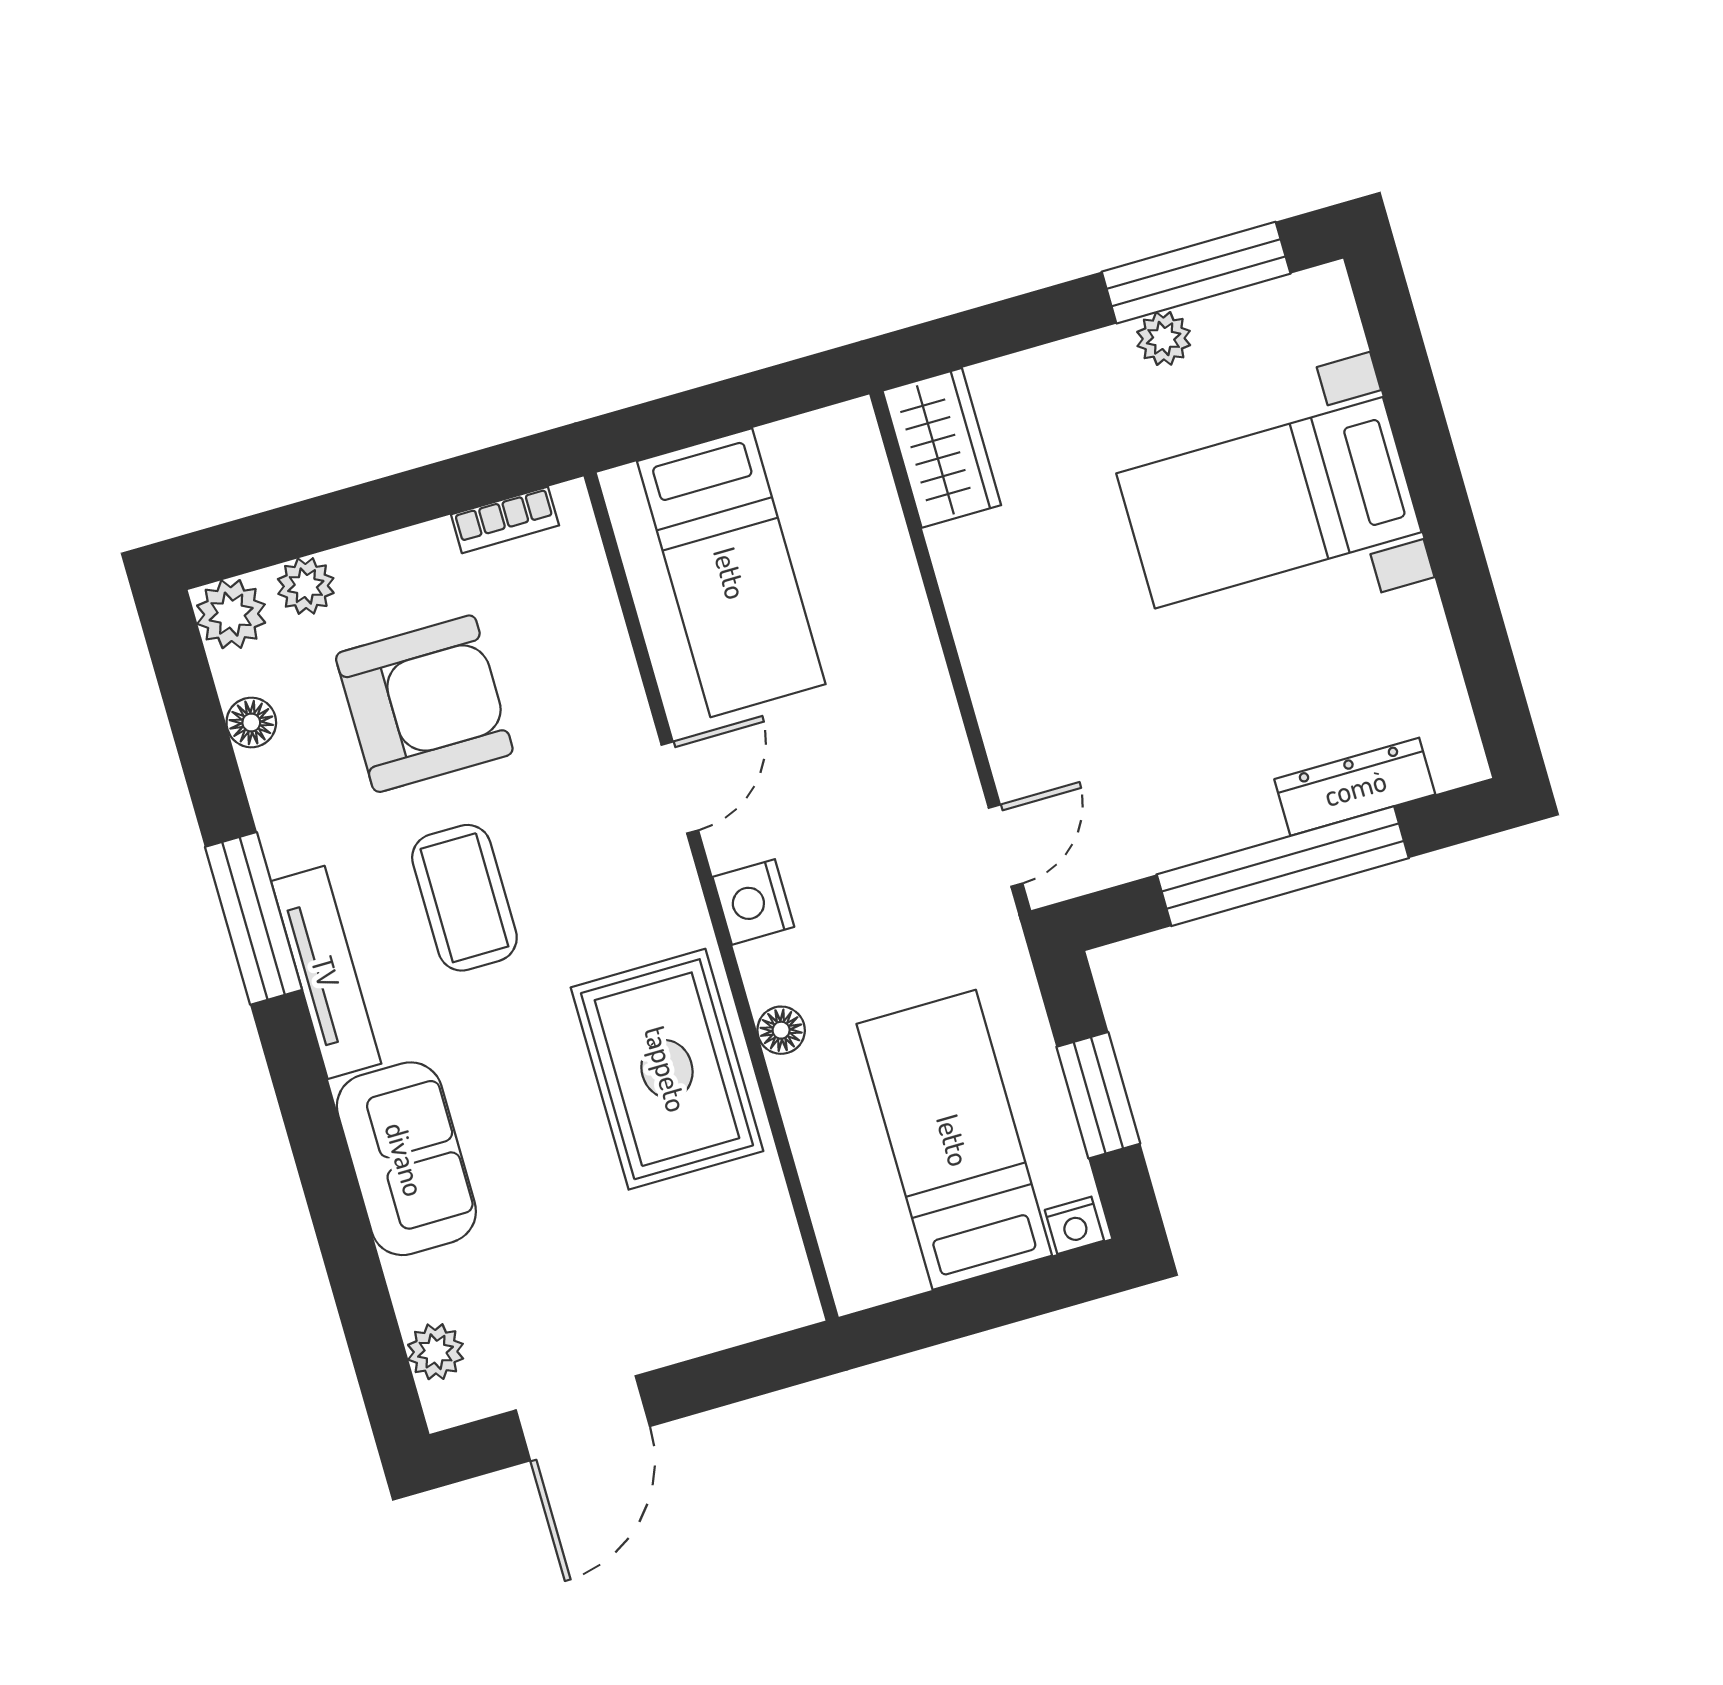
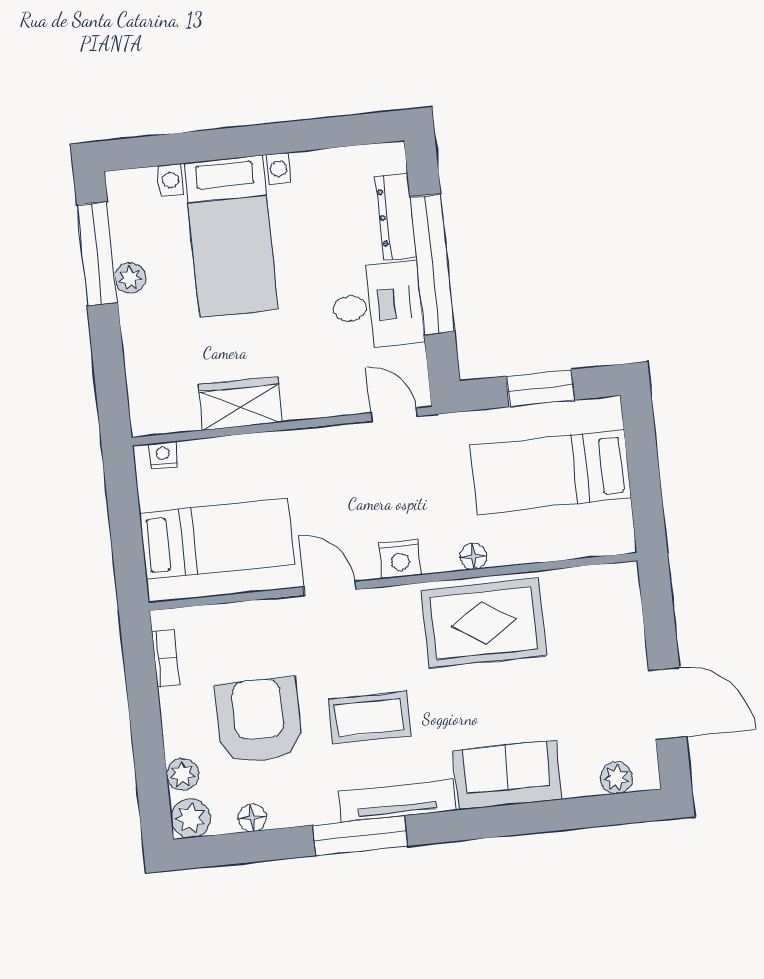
wardrobe: (942, 448) -> (240, 403), moved
desk: (1193, 781) -> (377, 305), added
nightstand: (1074, 1225) -> (163, 455), moved, turned -90

